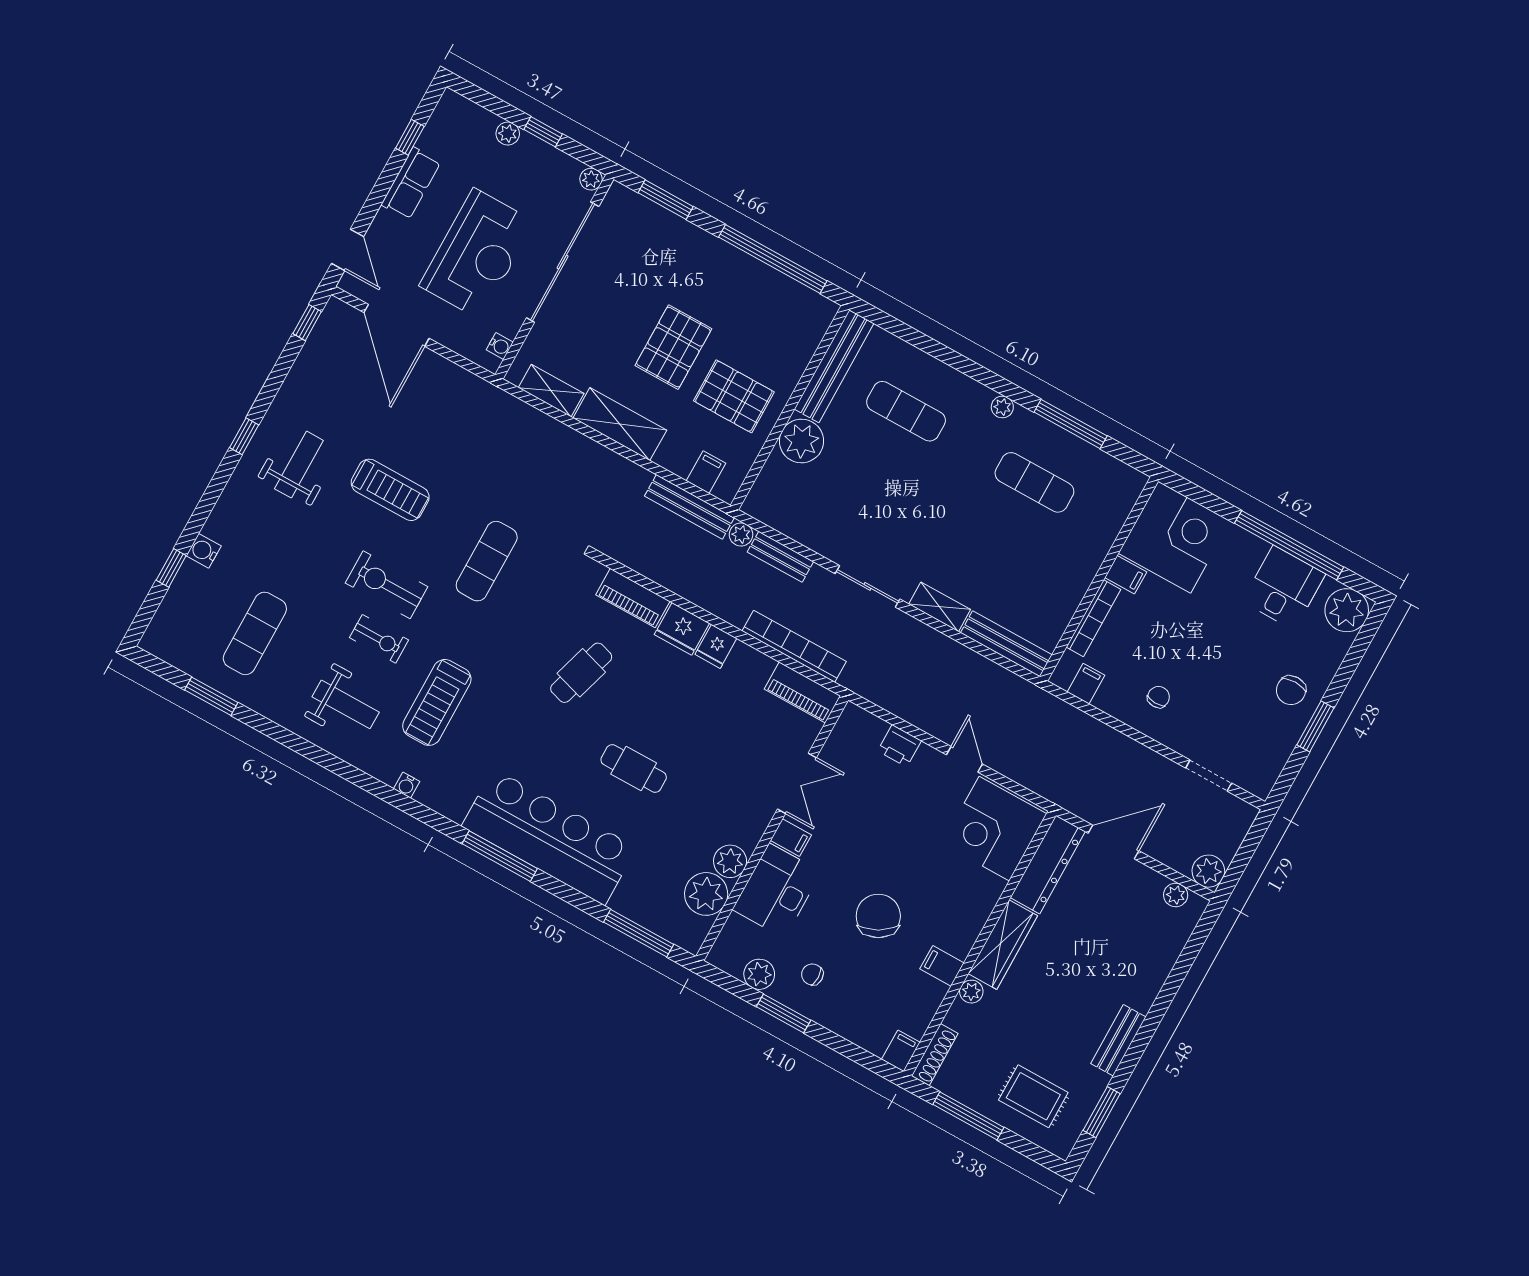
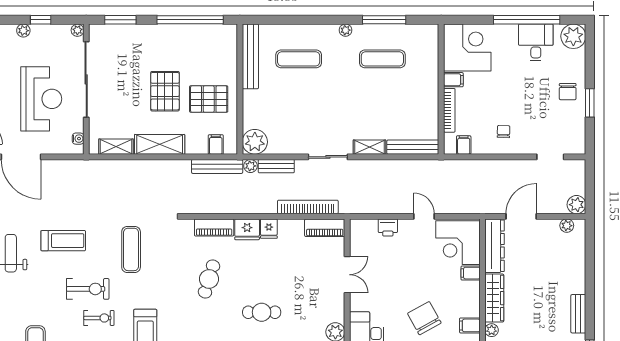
plant: (801, 441) -> (255, 142), moved
exercise bike: (387, 585) -> (88, 289), turned 180
filing cabinet: (791, 838) -> (471, 273), moved, turned 180

